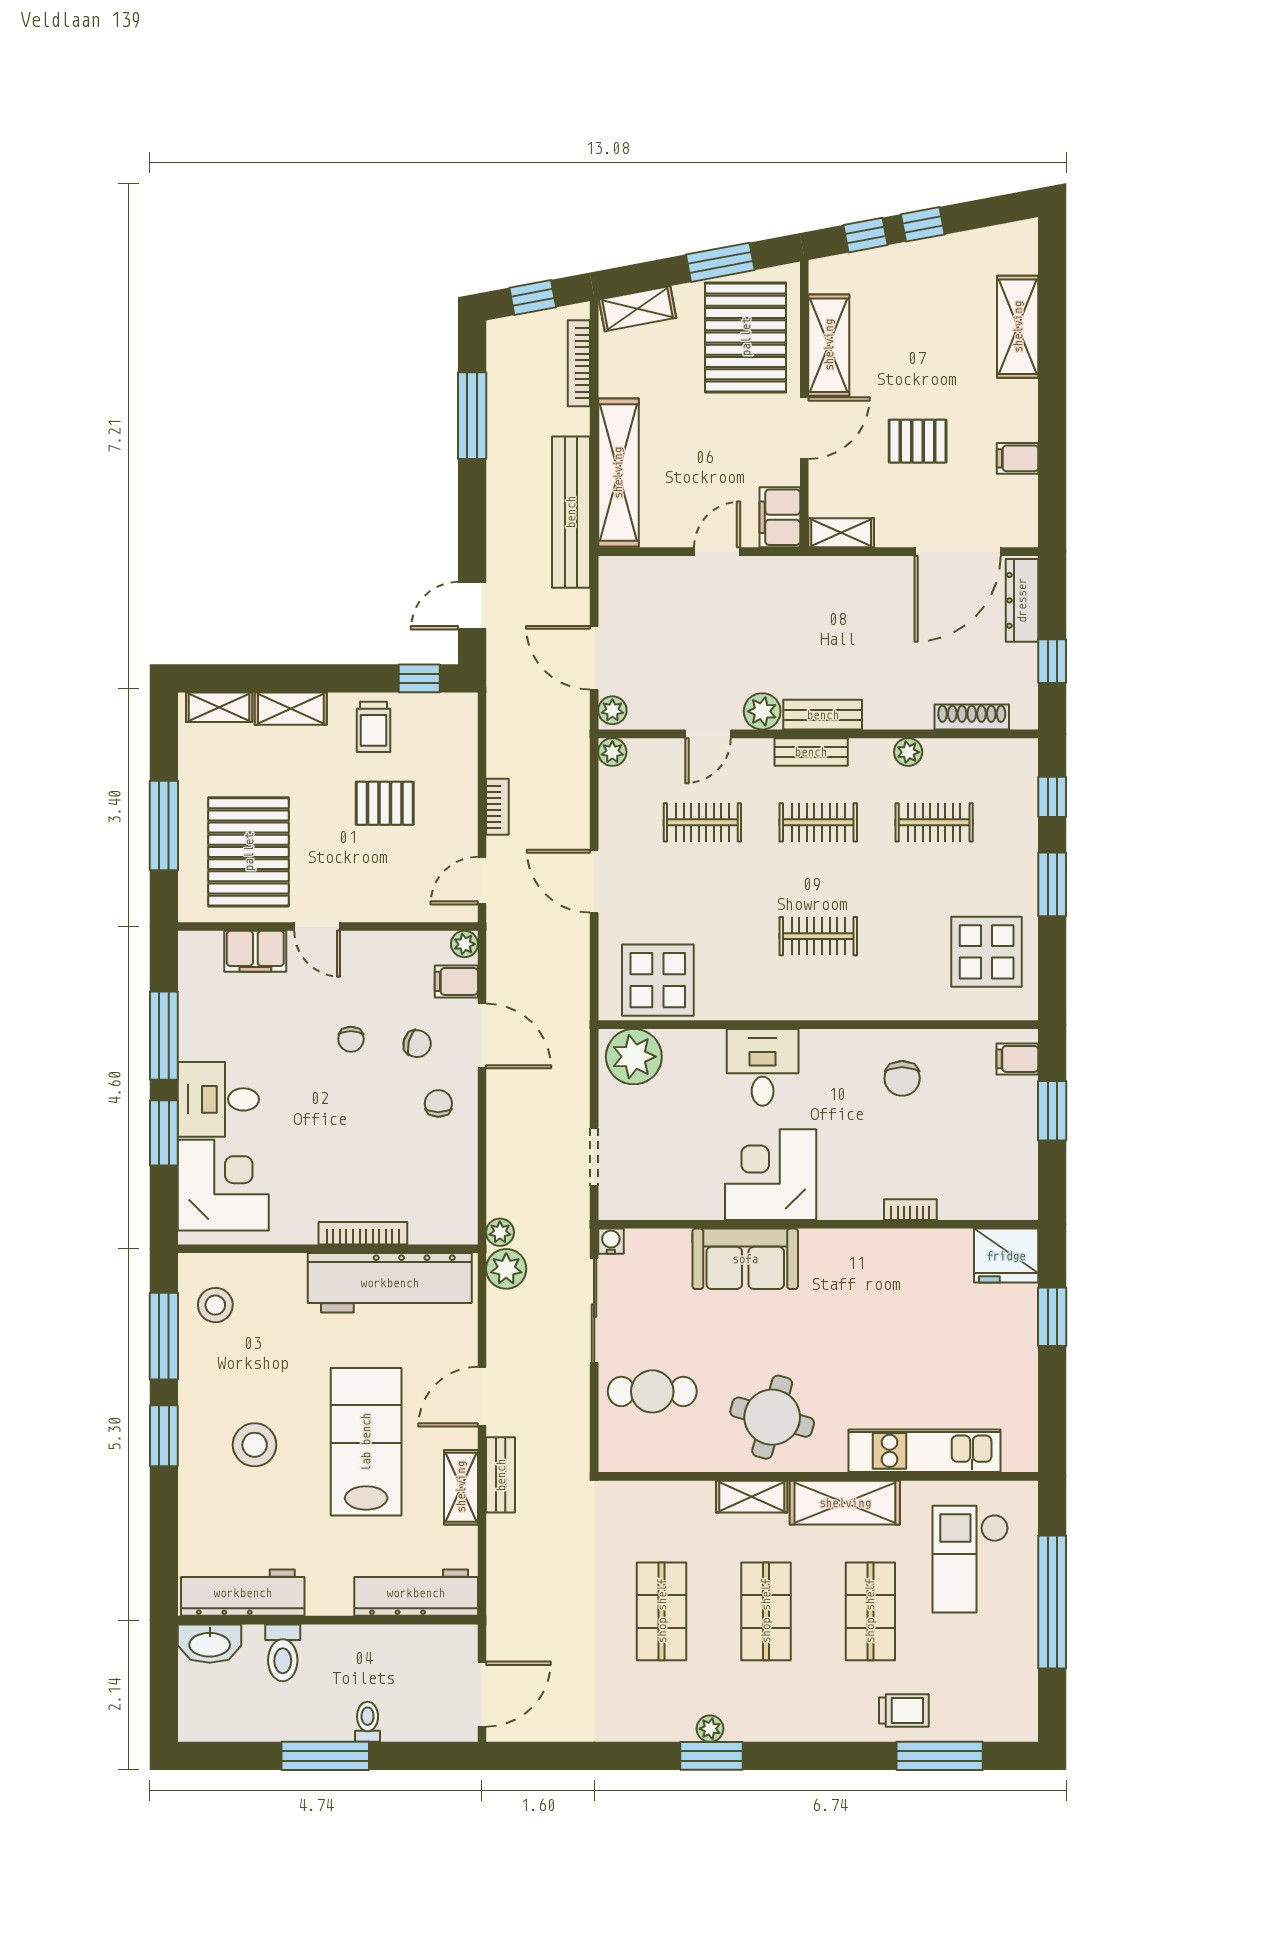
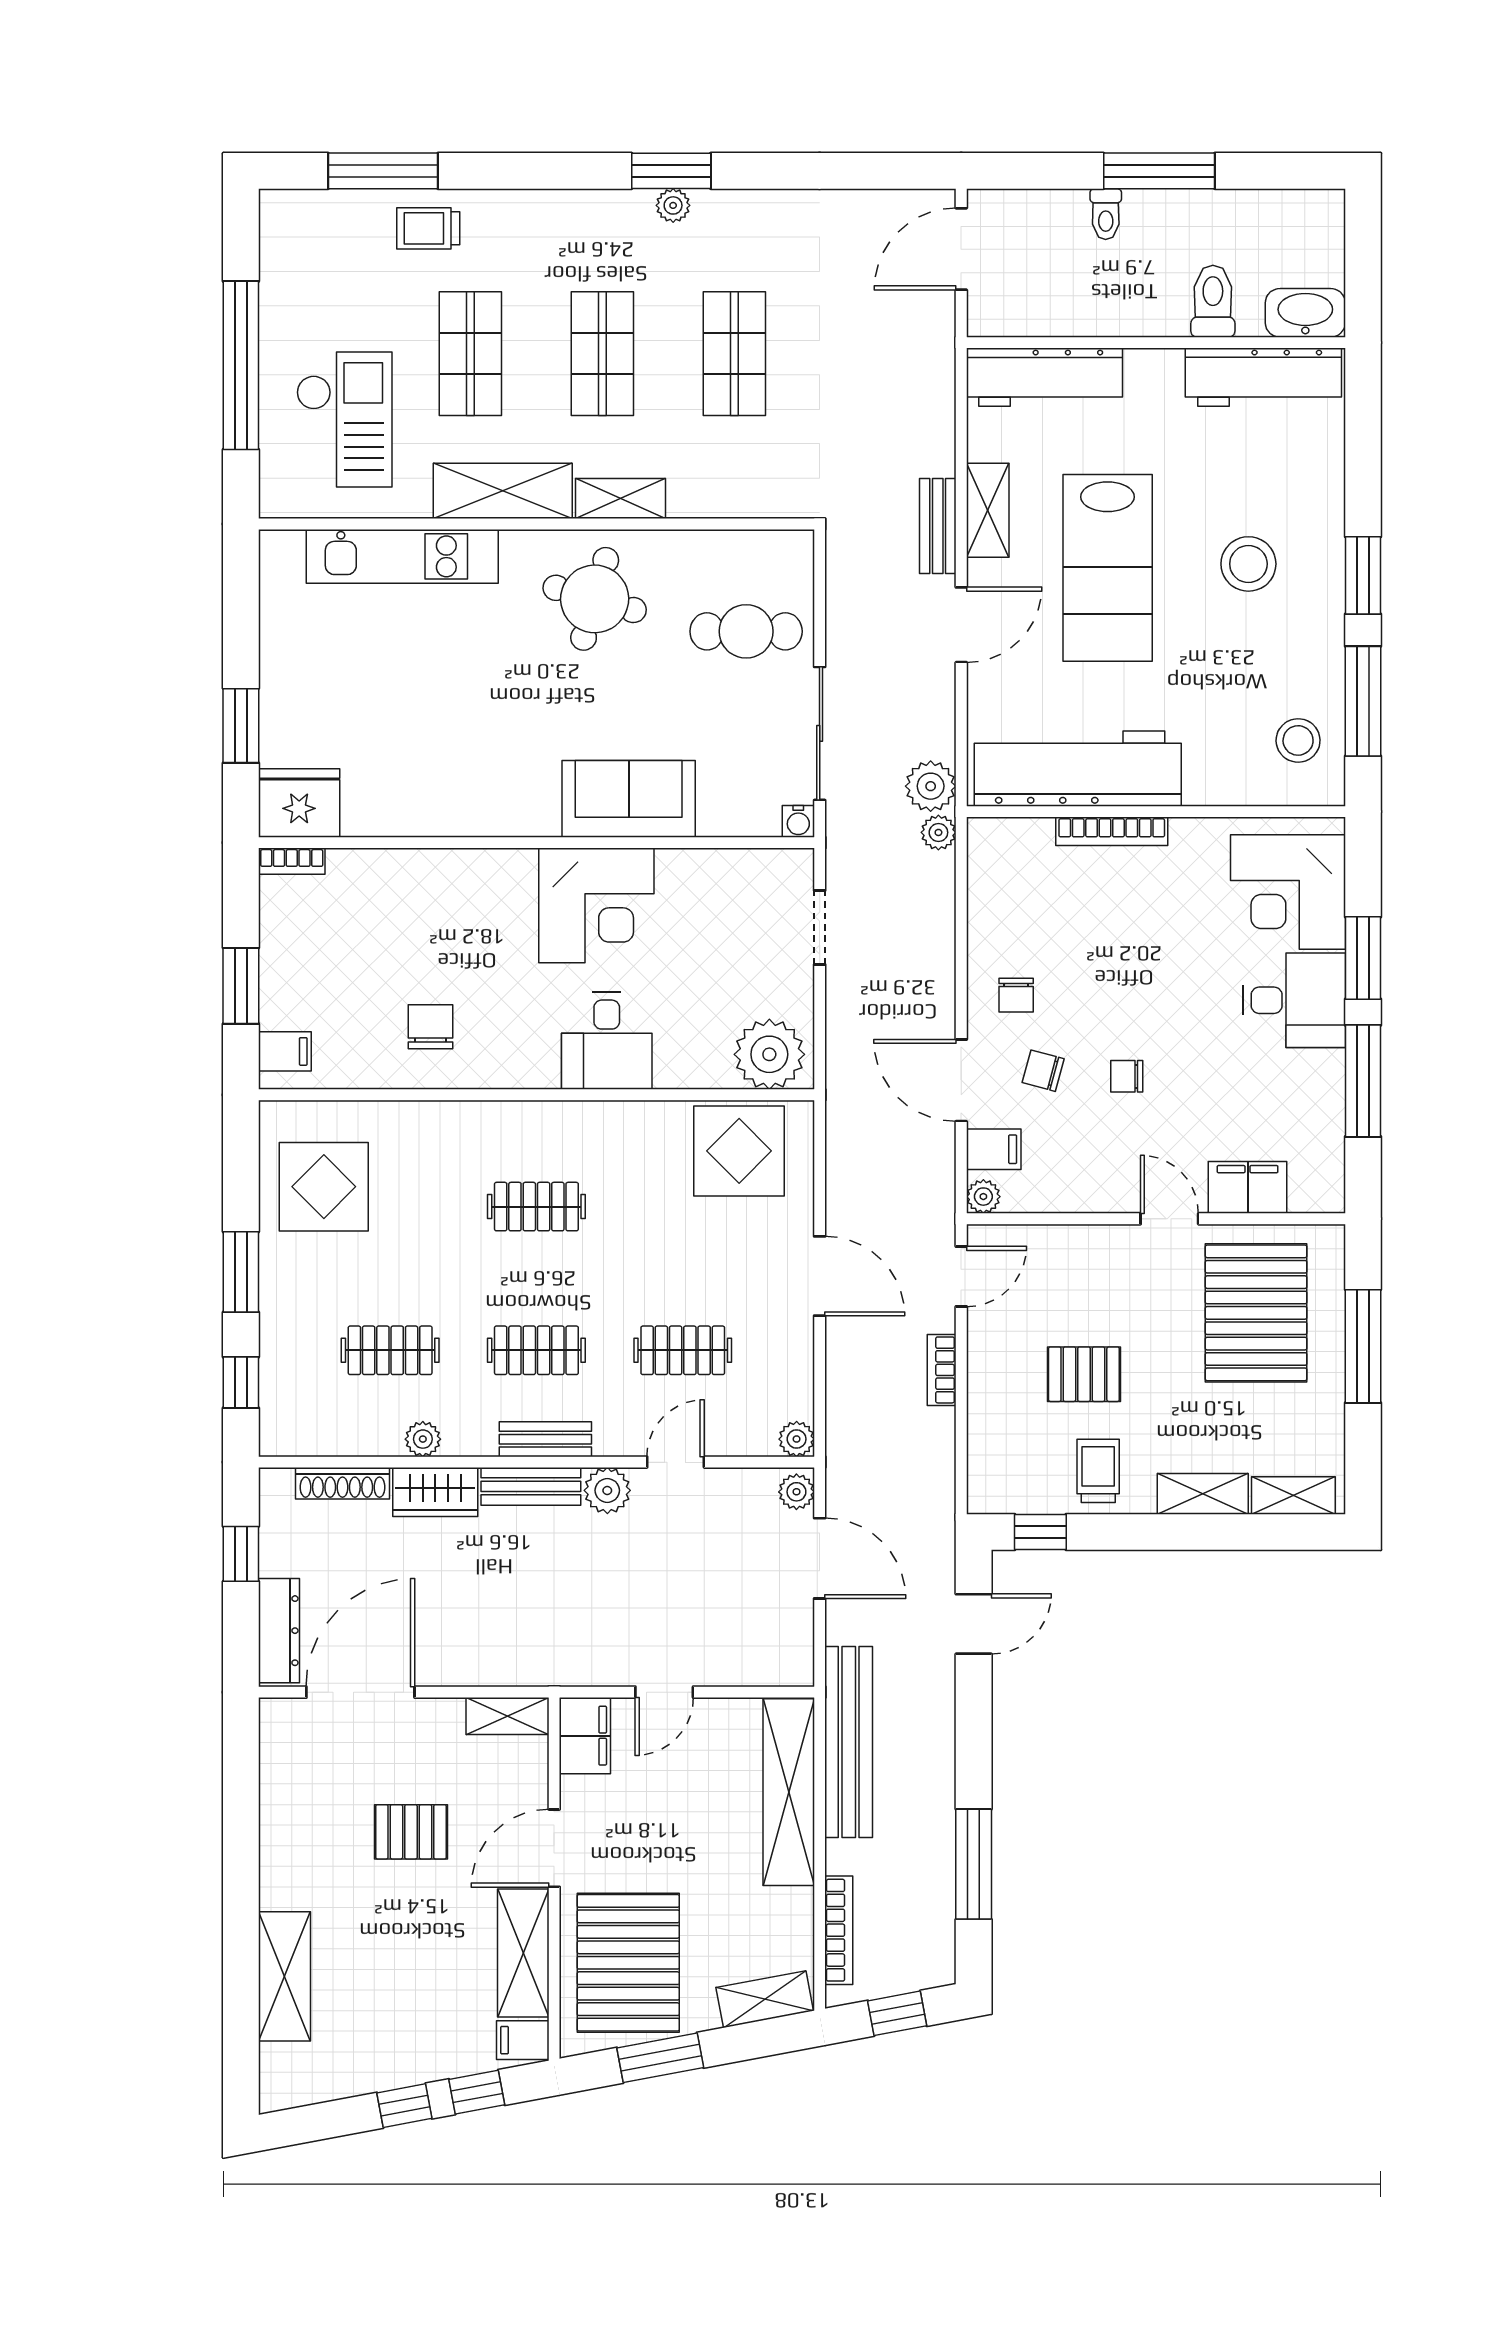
filing cabinet: (1018, 458) -> (523, 2040), moved, turned 180
wardrobe: (898, 710) -> (435, 1492), added
chair: (351, 1039) -> (1127, 1076), turned -90
bookcase: (910, 1210) -> (292, 861), moved

